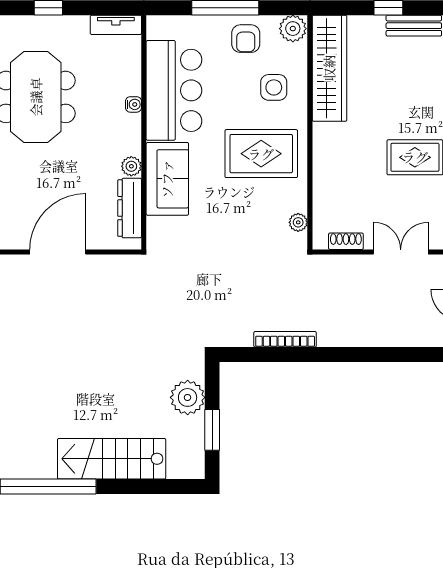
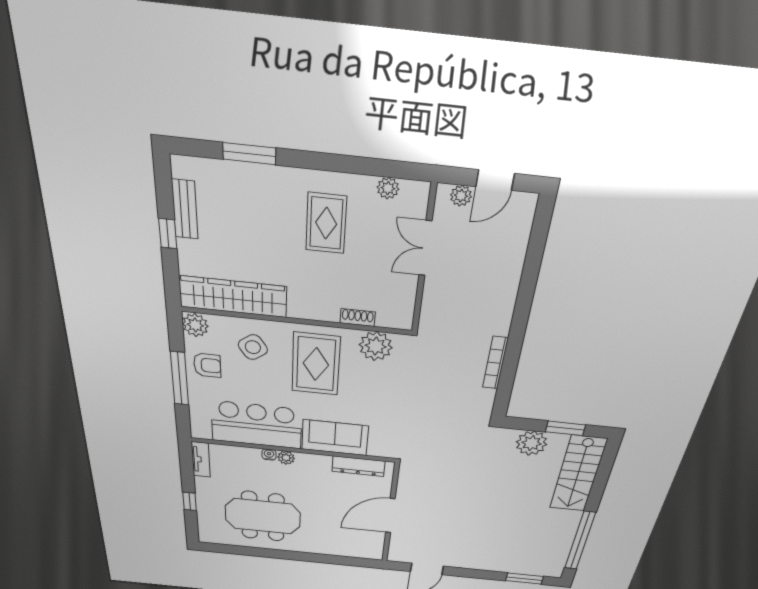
side table: (274, 87) -> (253, 347), turned -35
plant: (131, 166) -> (286, 458), moved
plant: (298, 222) -> (376, 346), width x1.88, depth x1.88
shoe rack: (346, 241) -> (358, 318), moved, turned 90
door: (58, 252) -> (390, 516), hinge flipped
stairs: (112, 459) -> (578, 474), moved

